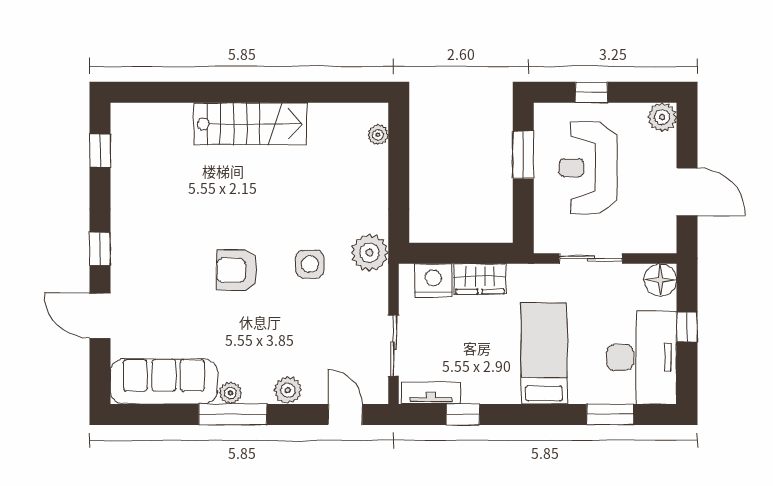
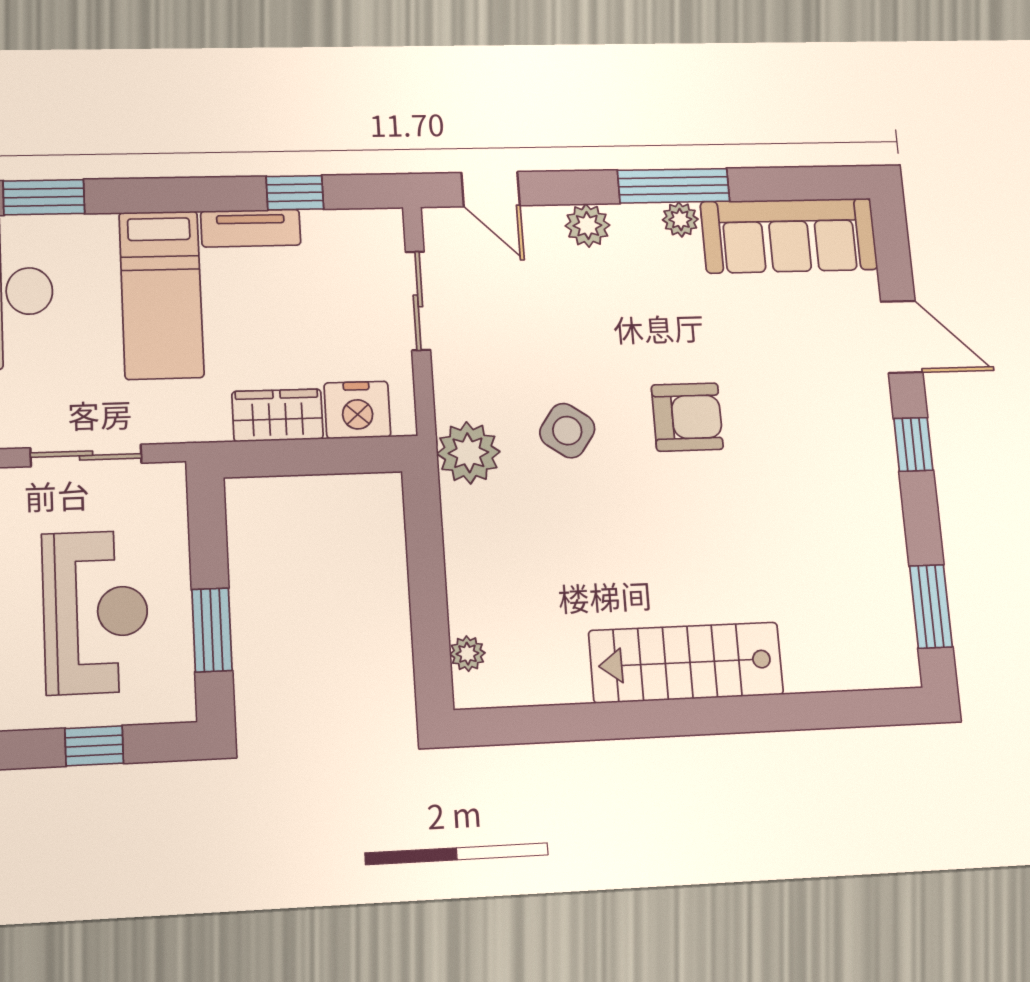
window: (100, 151) -> (931, 606), width x1.50
side table: (310, 264) -> (567, 431), turned 35
tv unit: (431, 393) -> (251, 228), moved

